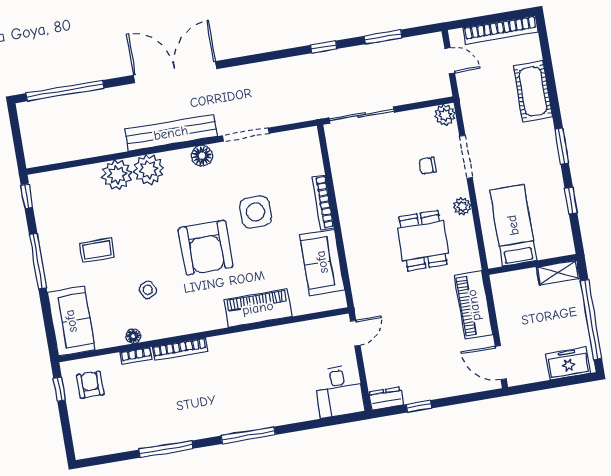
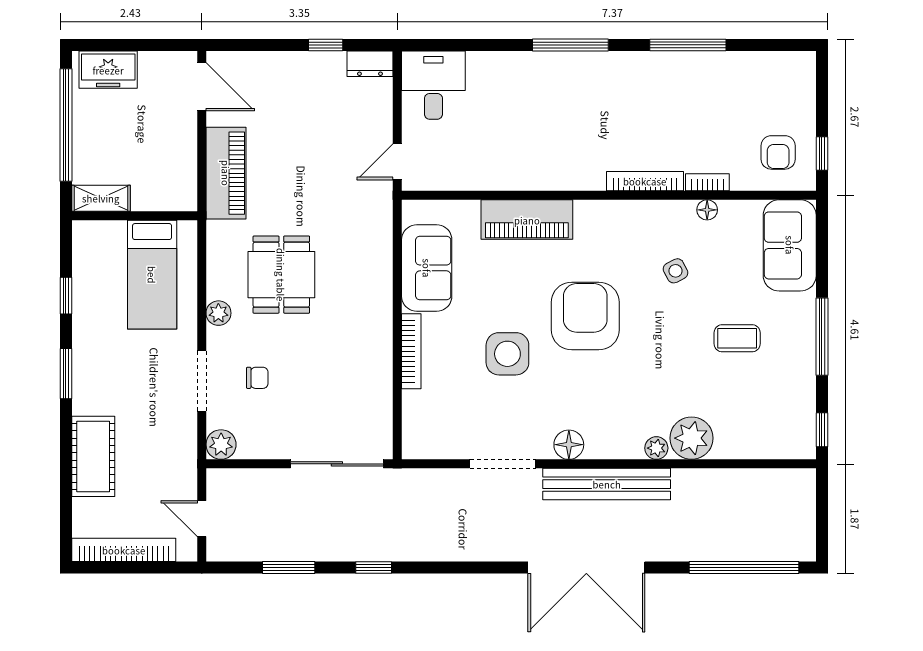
plant: (149, 170) -> (656, 448), width x0.53, depth x0.53

